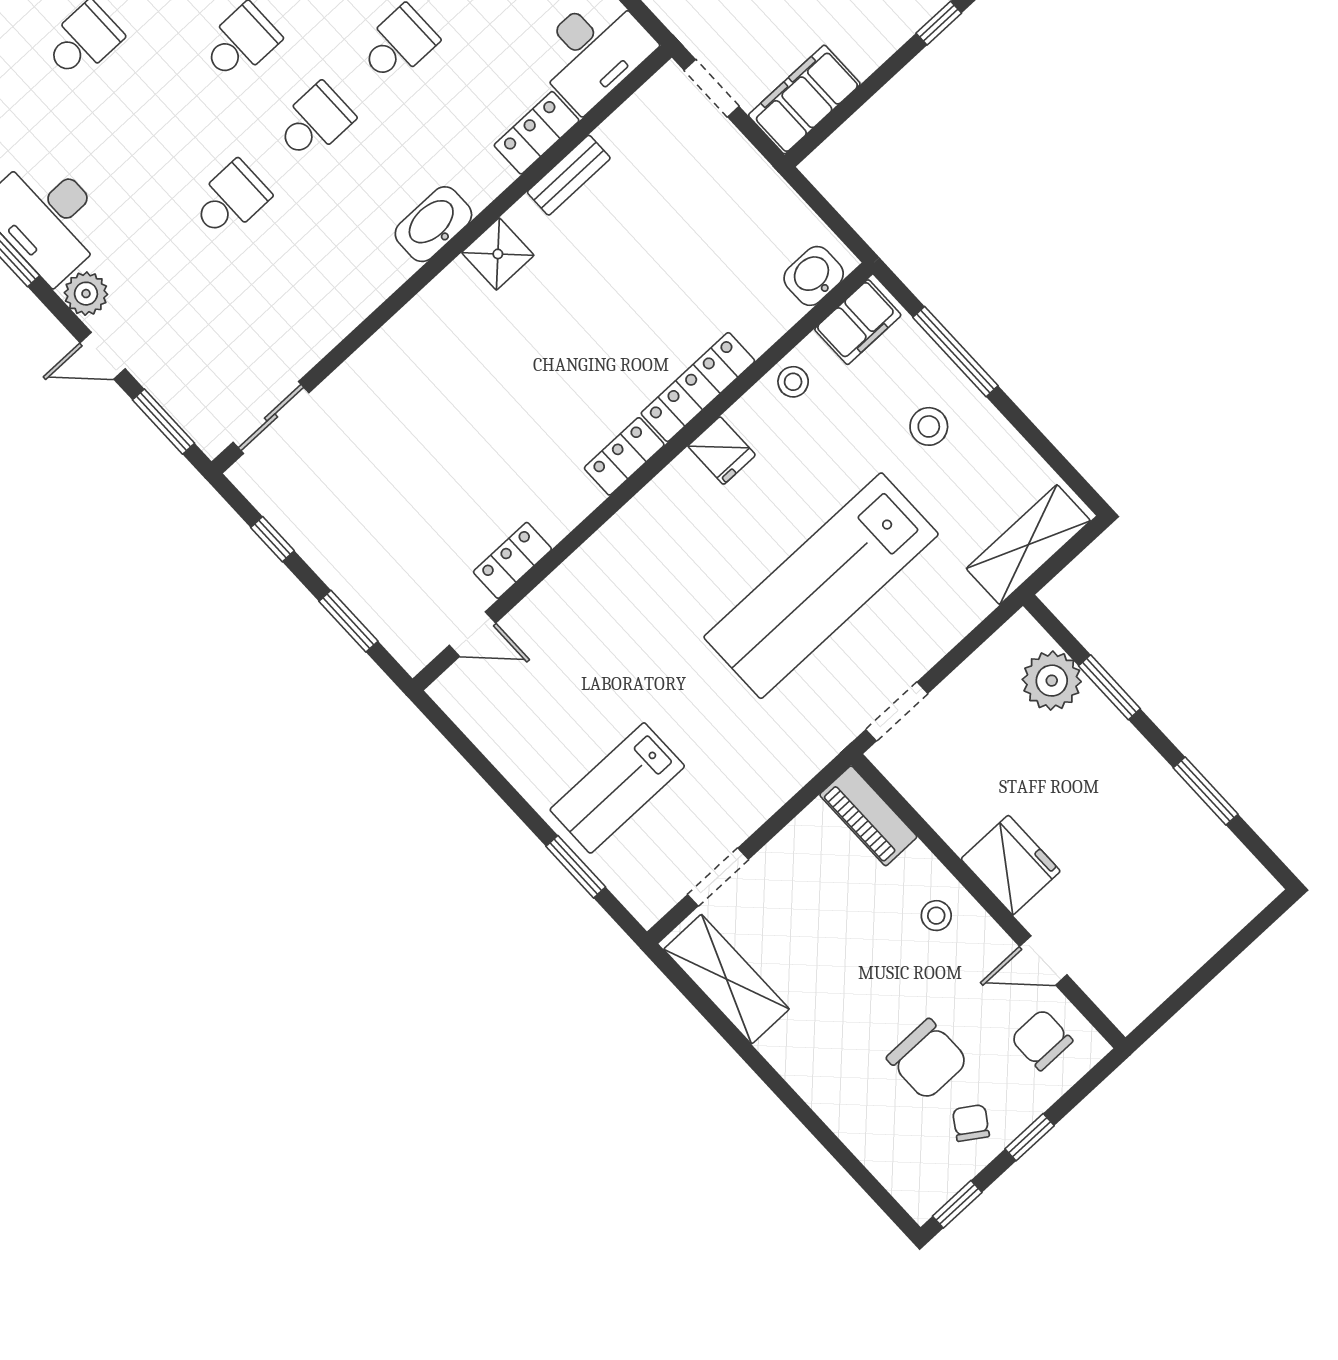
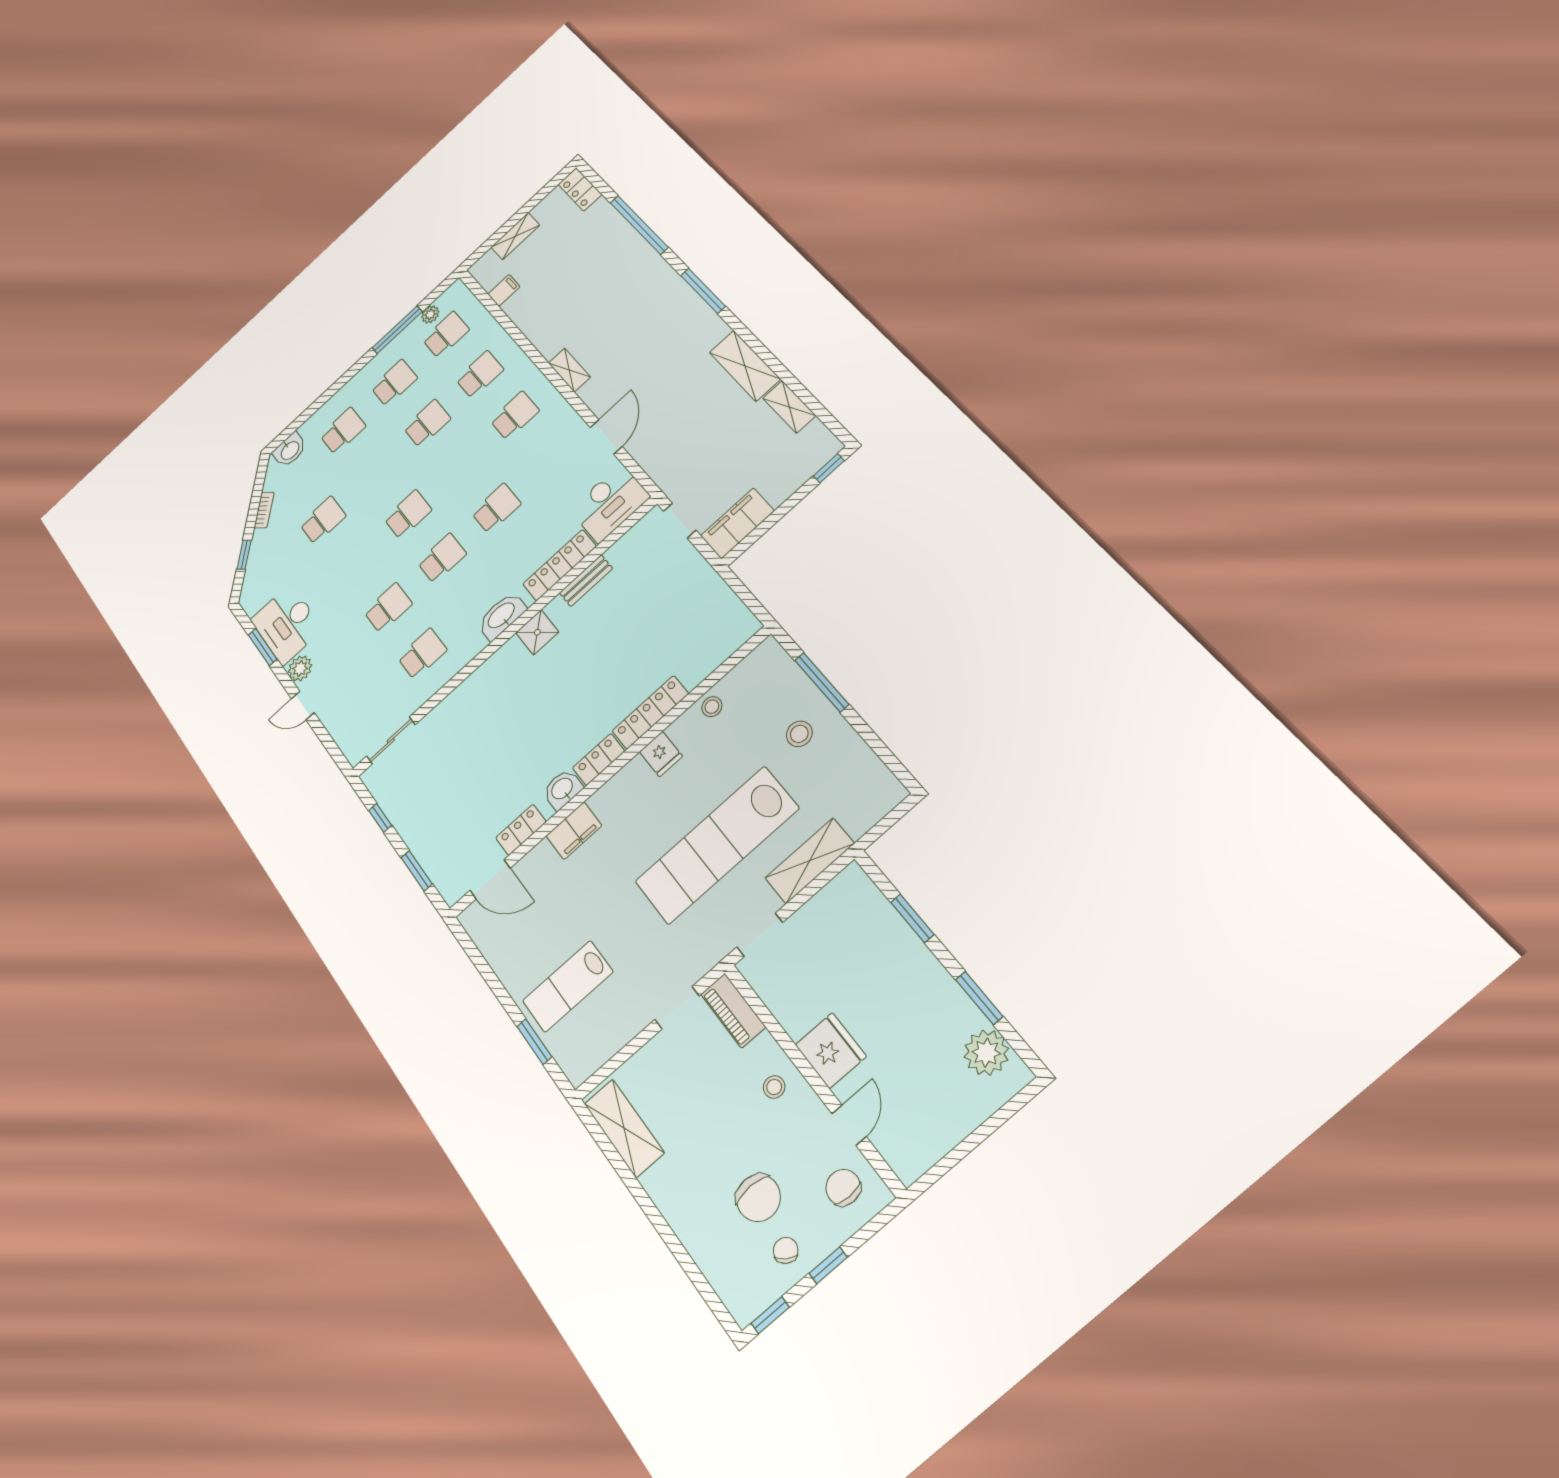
locker: (537, 133) -> (560, 565), width x1.53
washbasin: (814, 276) -> (563, 789), moved
school desk: (304, 279) -> (422, 654), added
filing cabinet: (858, 322) -> (574, 831), moved
window: (164, 422) -> (330, 745), removed
shelving: (1028, 545) -> (810, 861), moved
door: (472, 634) -> (490, 879), width x1.38
plant: (1052, 681) -> (986, 1053), moved
doorway: (718, 877) -> (677, 1008), moved
door: (1043, 960) -> (849, 1125), swing flipped

